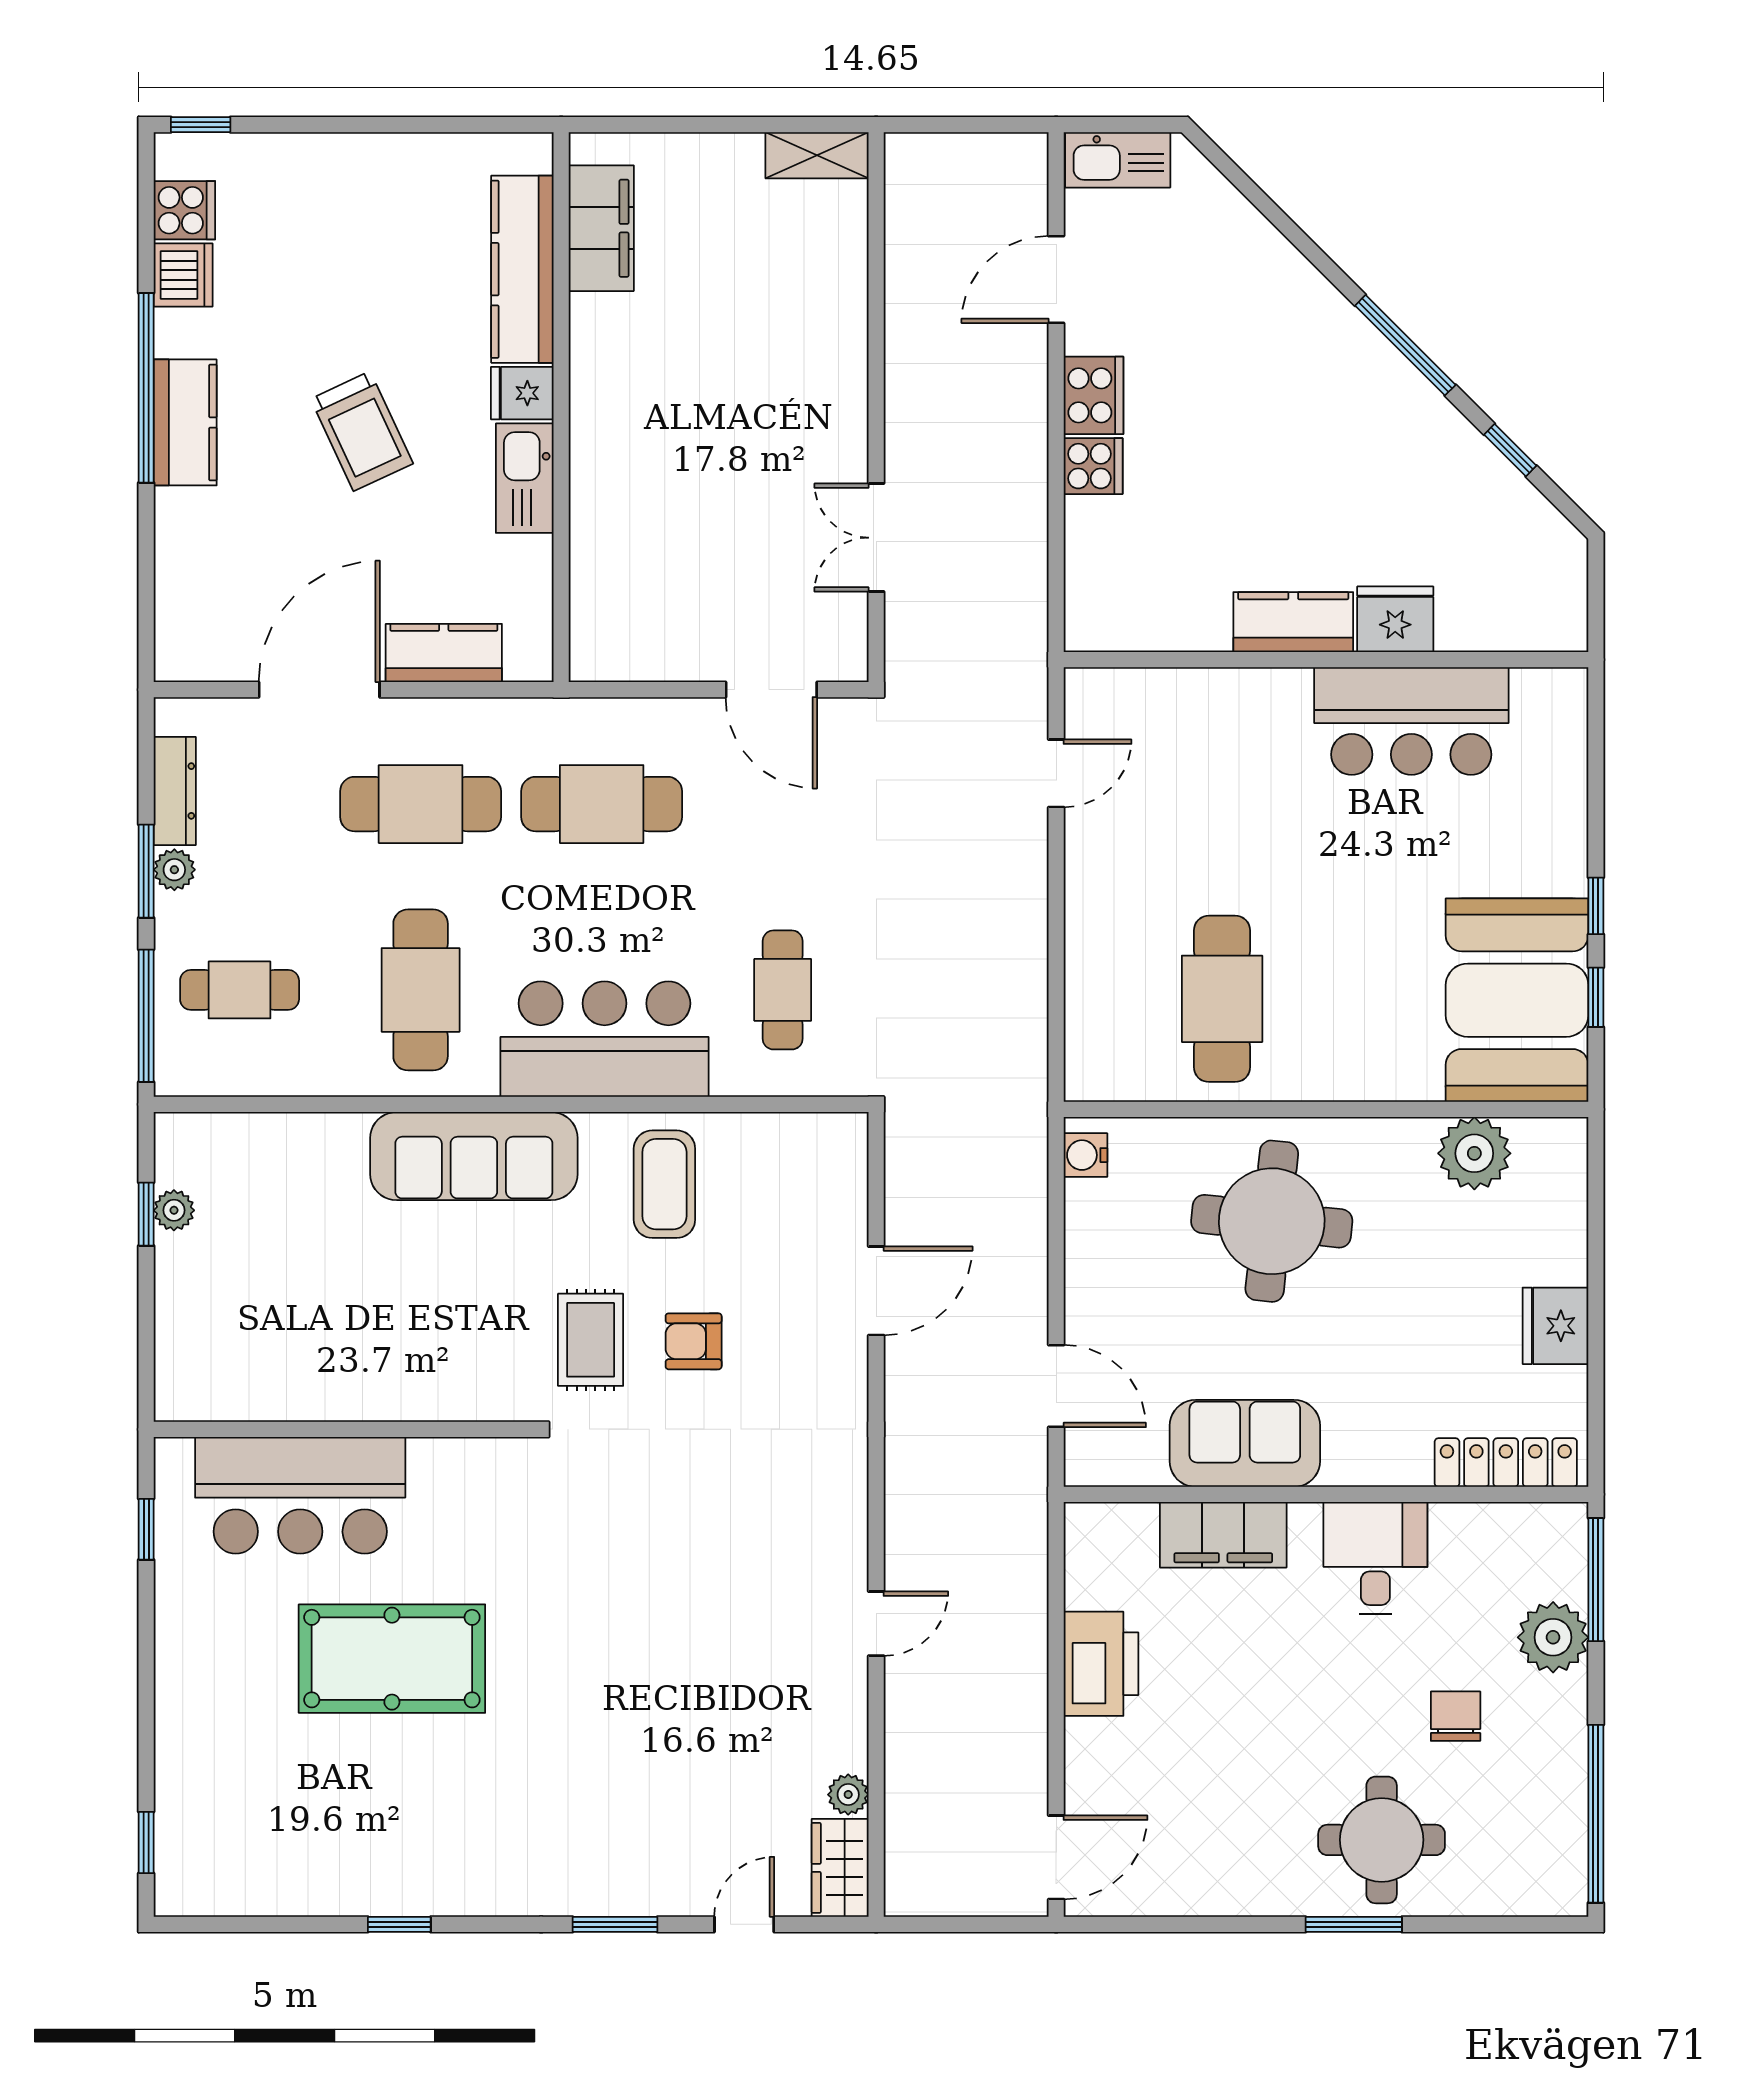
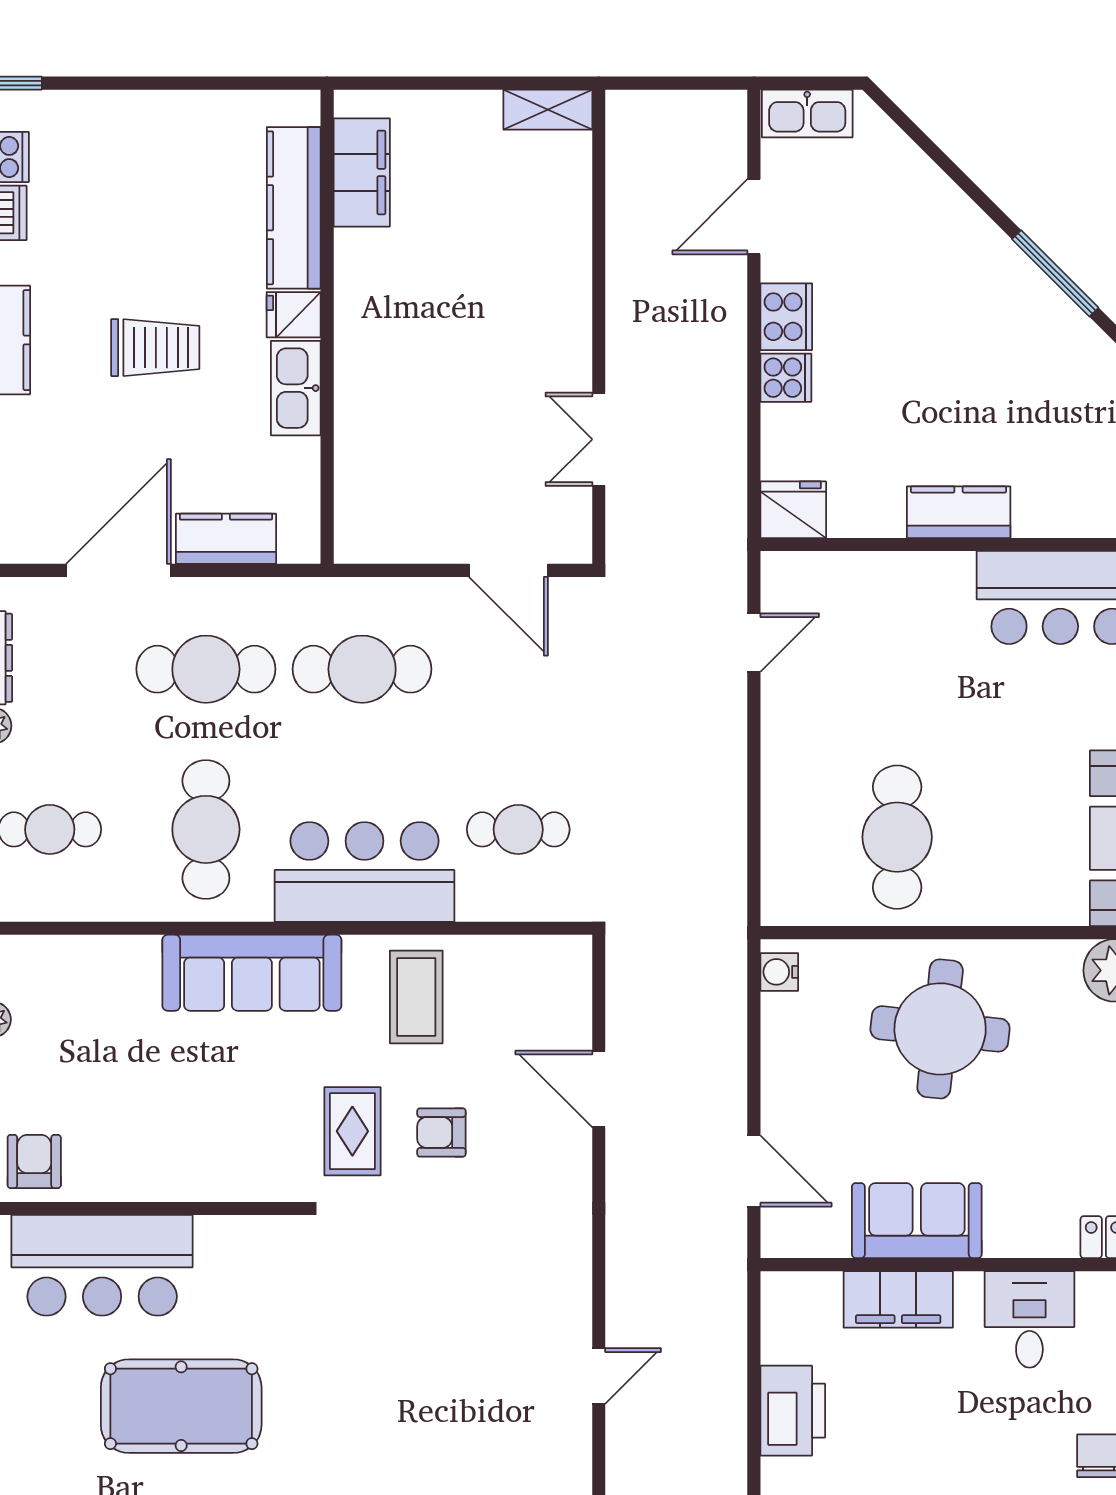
trolley: (362, 431) -> (155, 348), turned -65
fridge: (1395, 619) -> (793, 510), moved
cafe table: (783, 990) -> (518, 829), turned 90
door: (876, 1291) -> (599, 1089), swing flipped
armchair: (221, 1375) -> (34, 1161), added

